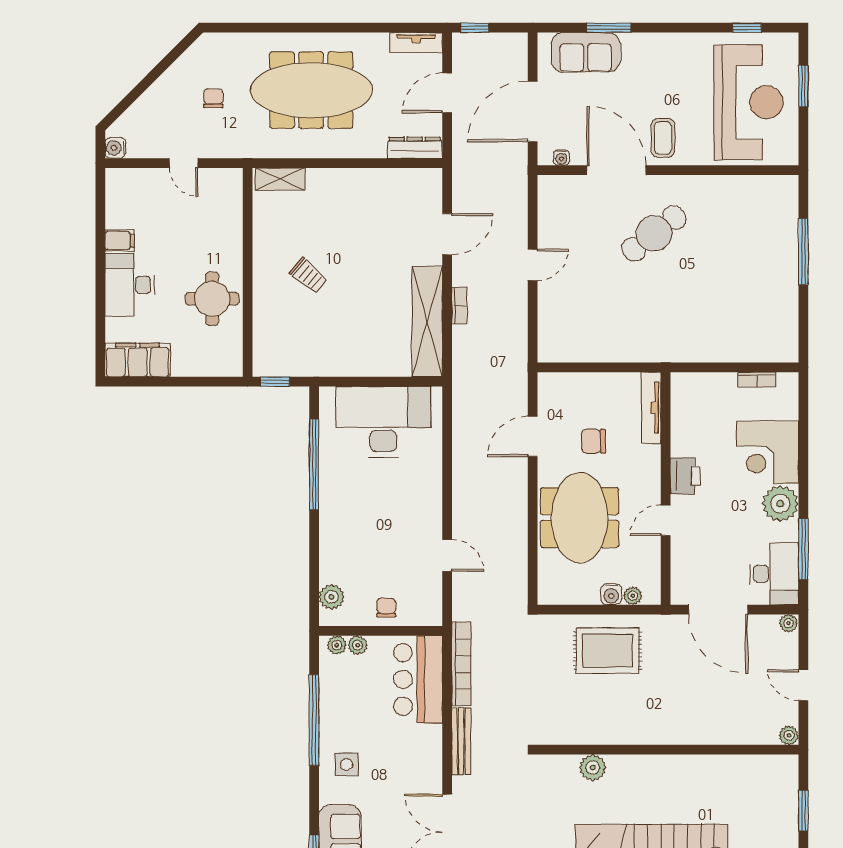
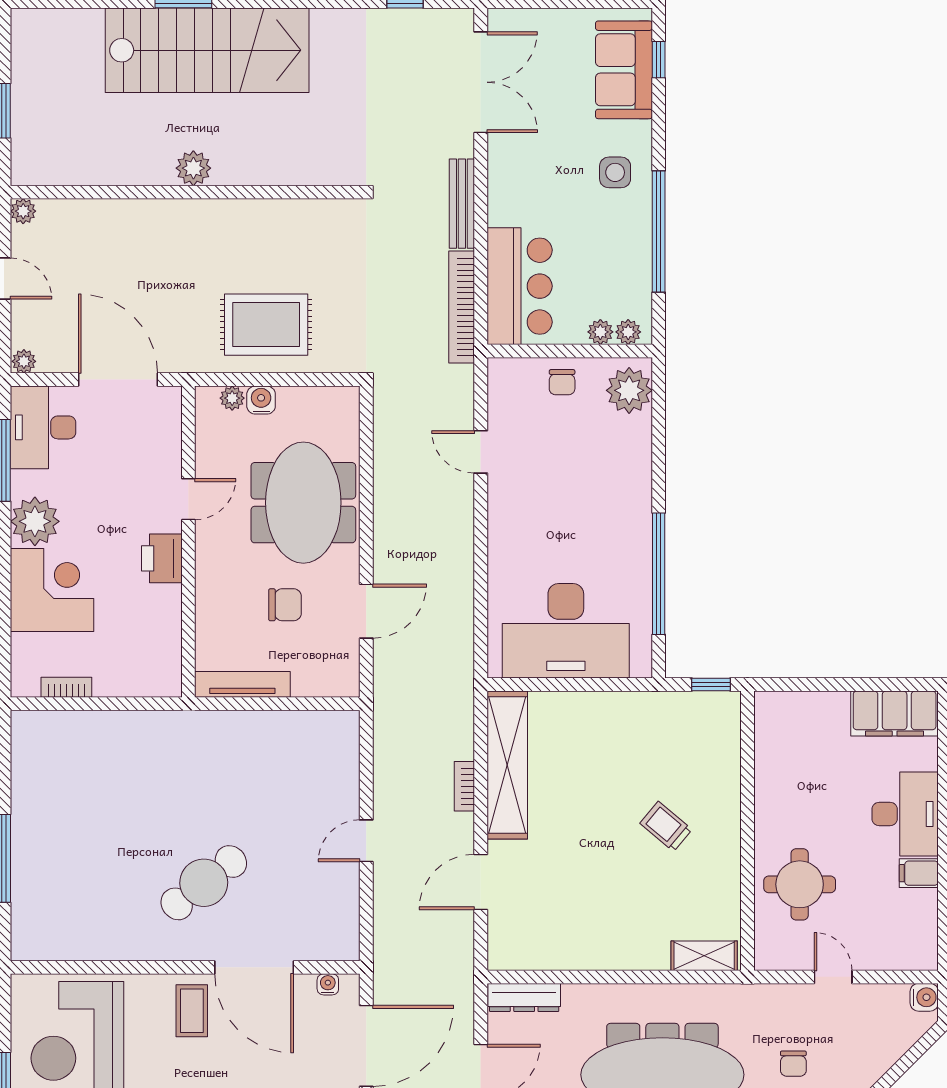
round table: (212, 299) -> (800, 884), moved
tv unit: (651, 408) -> (242, 684), moved, turned -90
plant: (331, 597) -> (629, 390), width x1.36, depth x1.36
plant: (593, 768) -> (193, 168), moved

